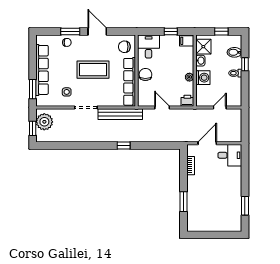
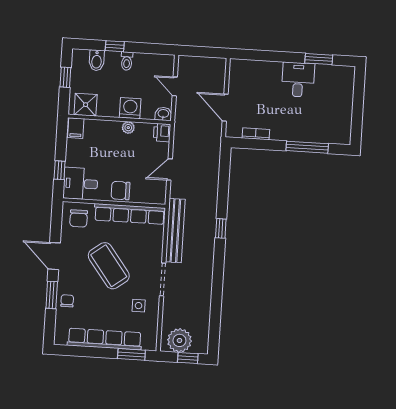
door: (97, 31) -> (54, 256), hinge flipped
window: (171, 31) -> (60, 170), moved
washbasin: (200, 61) -> (163, 114), moved
coffee table: (93, 70) -> (109, 266), turned -37
desk: (230, 155) -> (298, 80), moved
window: (183, 202) -> (307, 147), width x1.44

